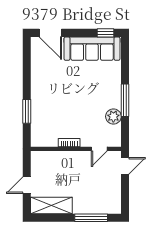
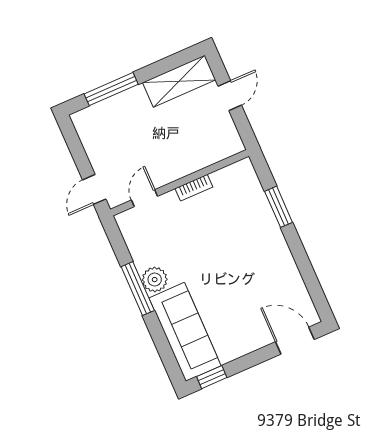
sofa: (92, 49) -> (185, 332), moved, turned 90
plant: (113, 116) -> (155, 280), moved

